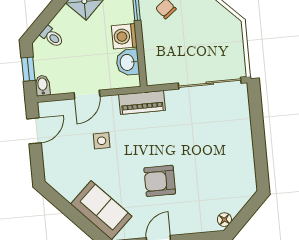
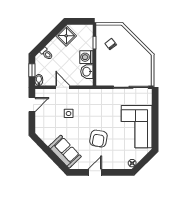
door: (87, 95) -> (63, 87), swing flipped
piano: (142, 102) -> (93, 94), removed
corner sofa: (226, 153) -> (137, 127), added
armchair: (160, 181) -> (98, 139), turned -80

